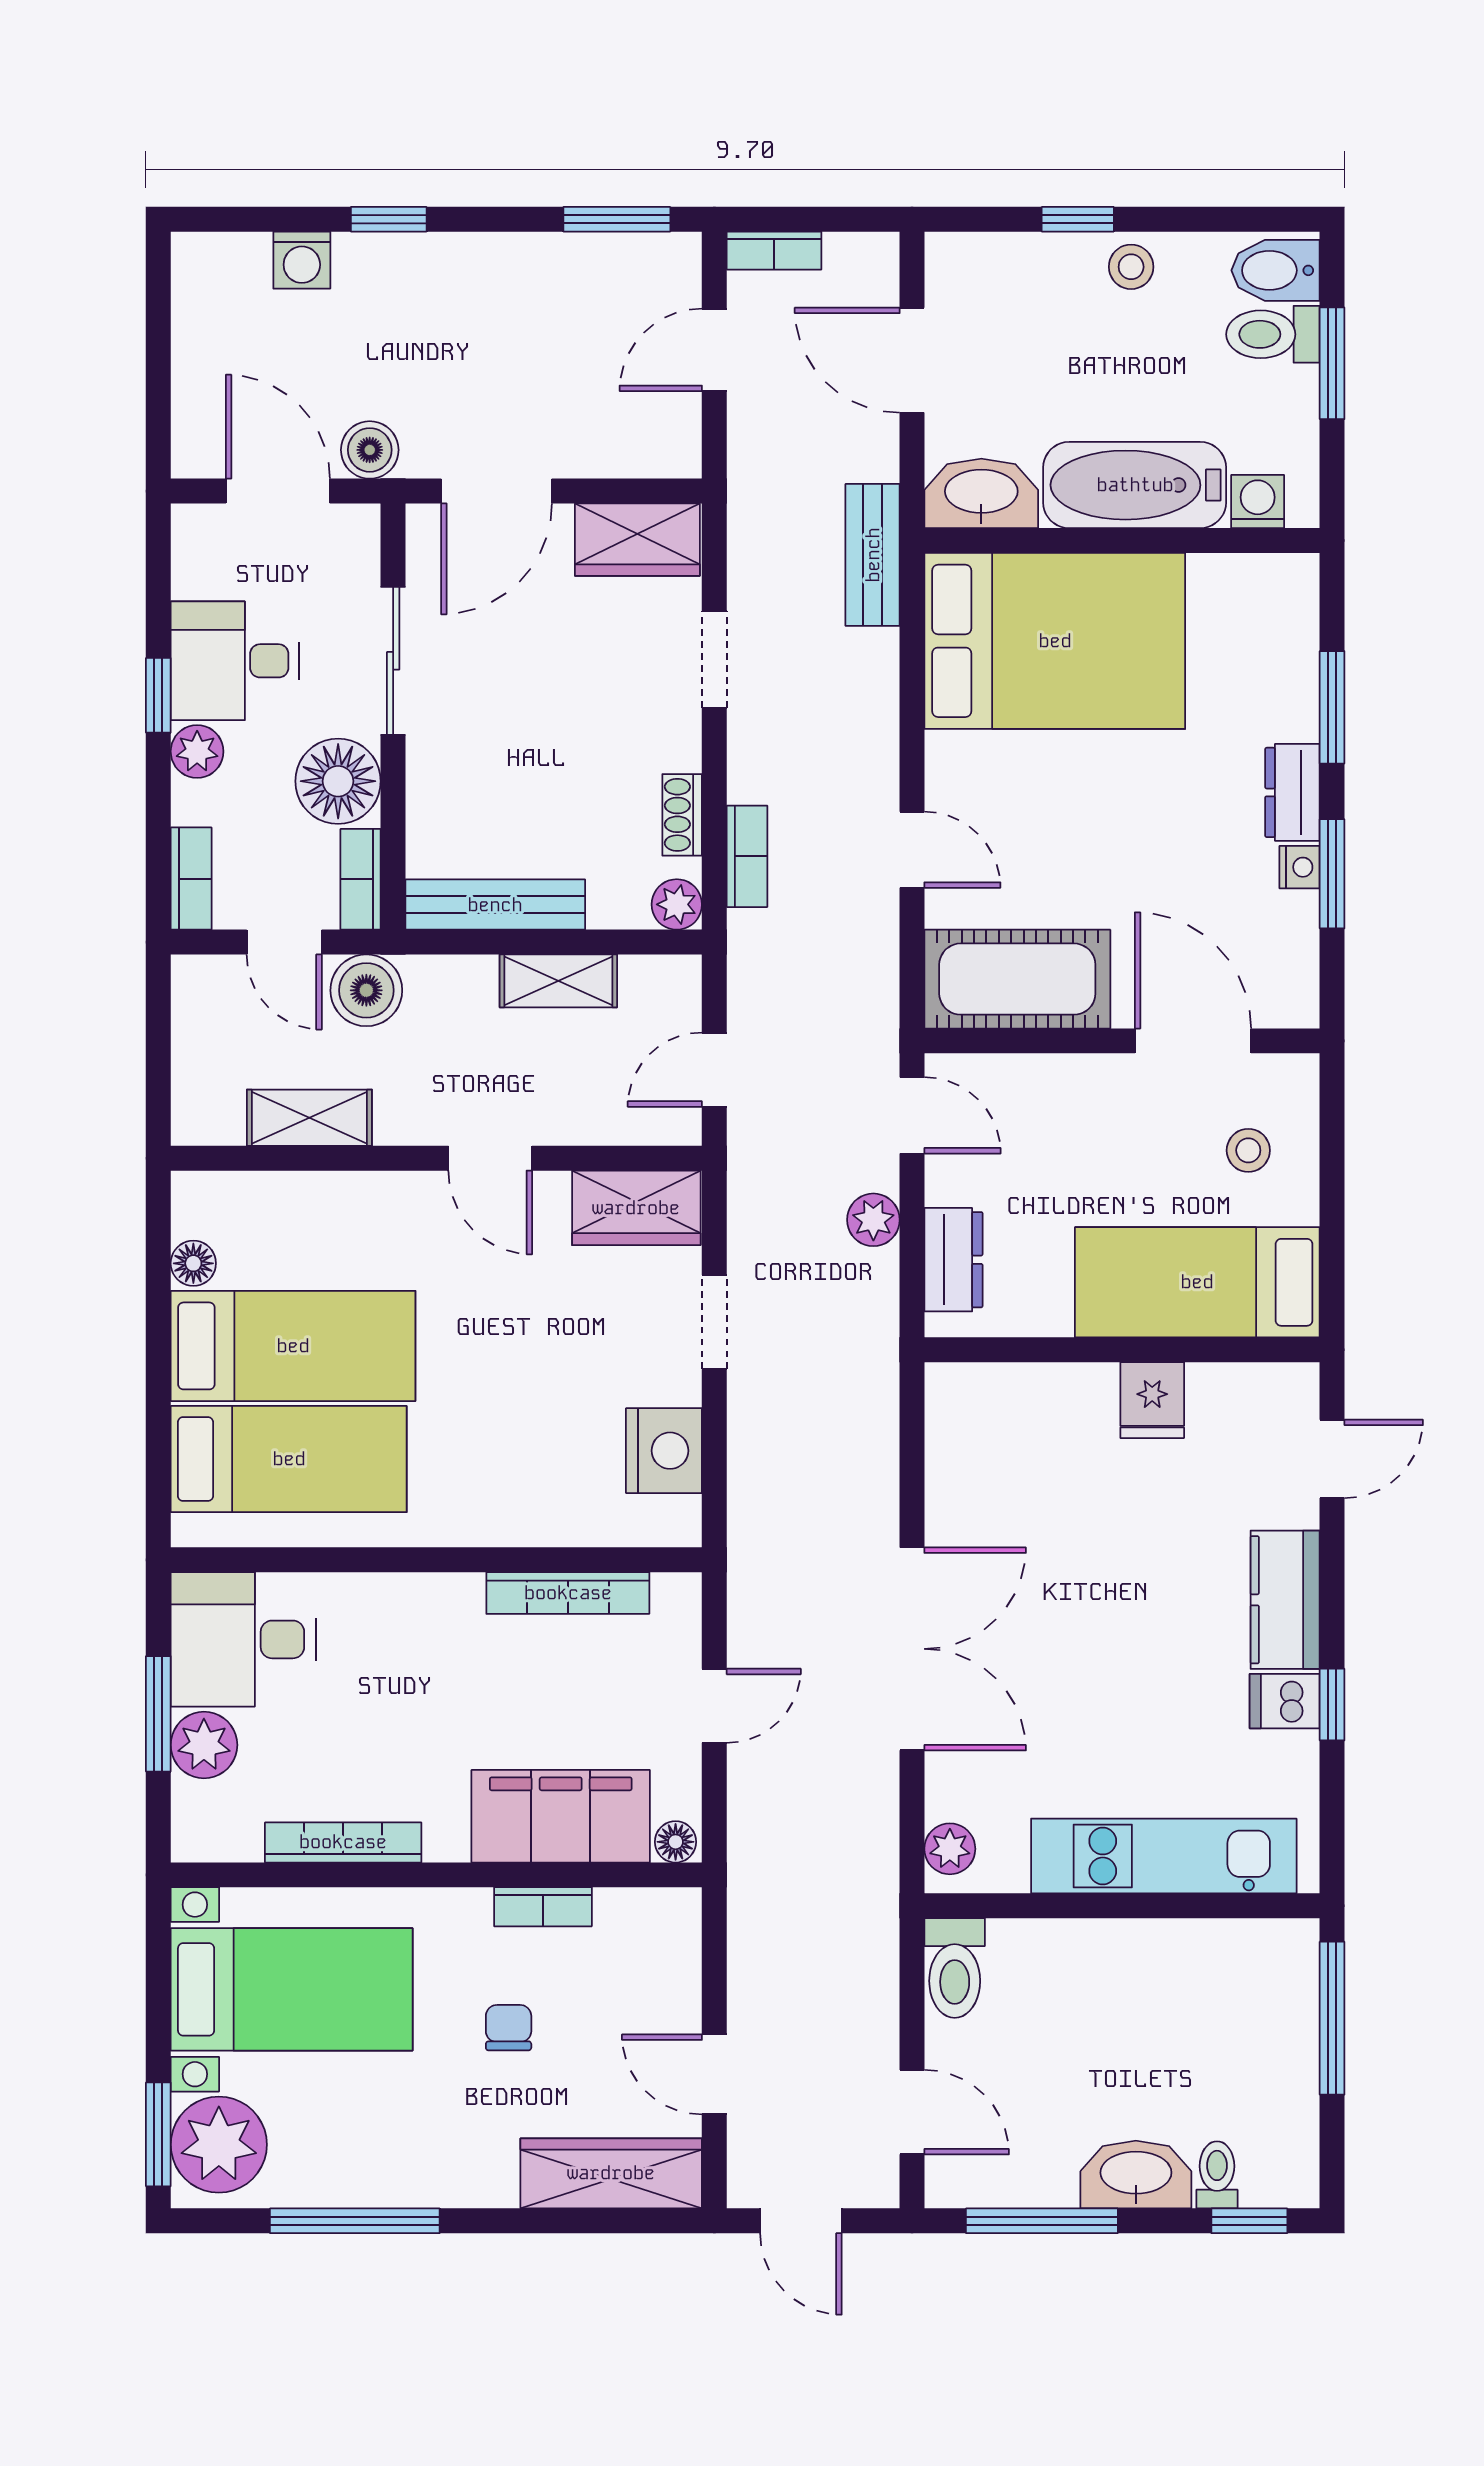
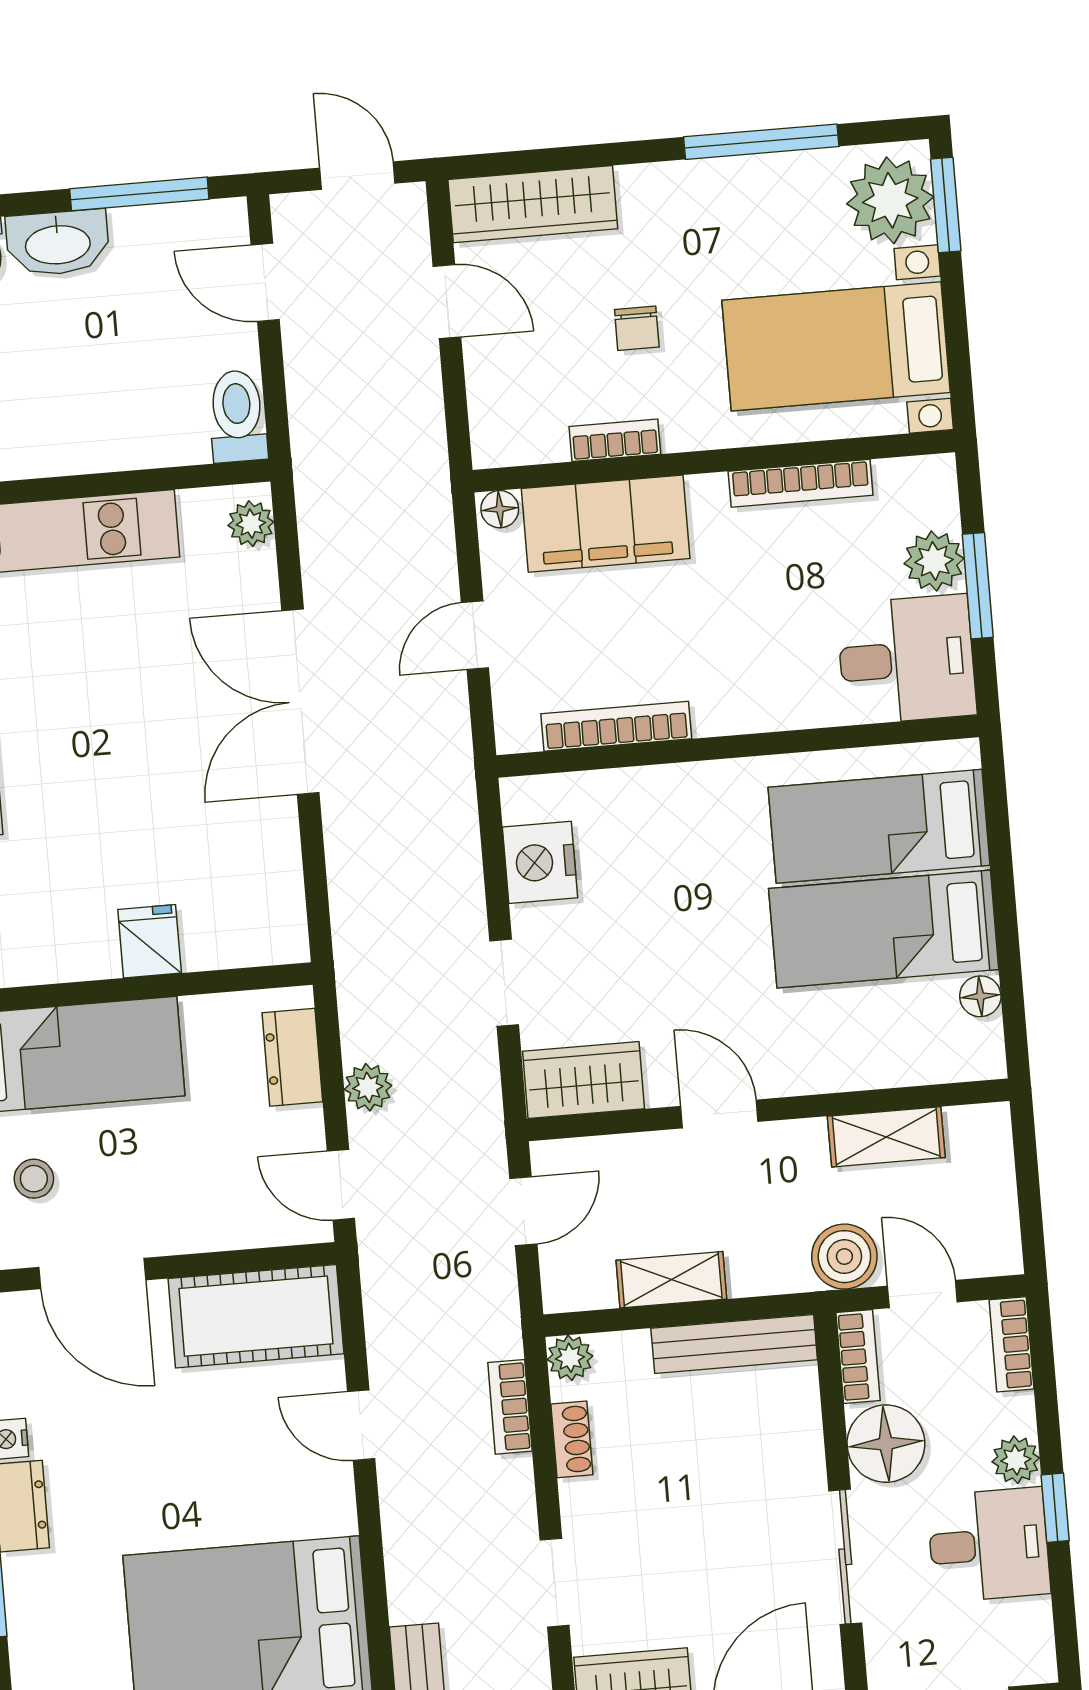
fridge: (1152, 1400) -> (150, 941), moved

